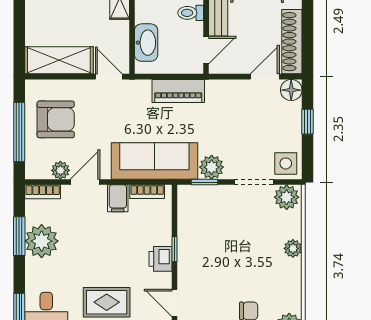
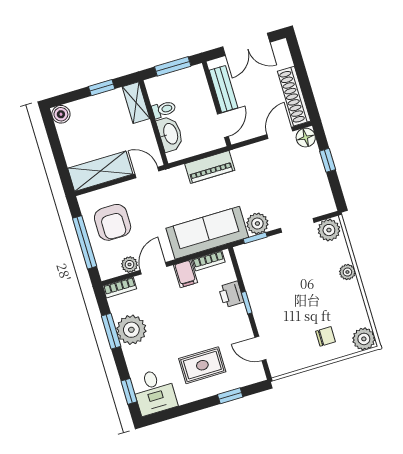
toilet: (191, 13) -> (164, 109), moved, turned 180
armchair: (56, 119) -> (113, 222), turned 90
side table: (286, 163) -> (320, 201), removed
printer: (160, 259) -> (231, 294), moved

